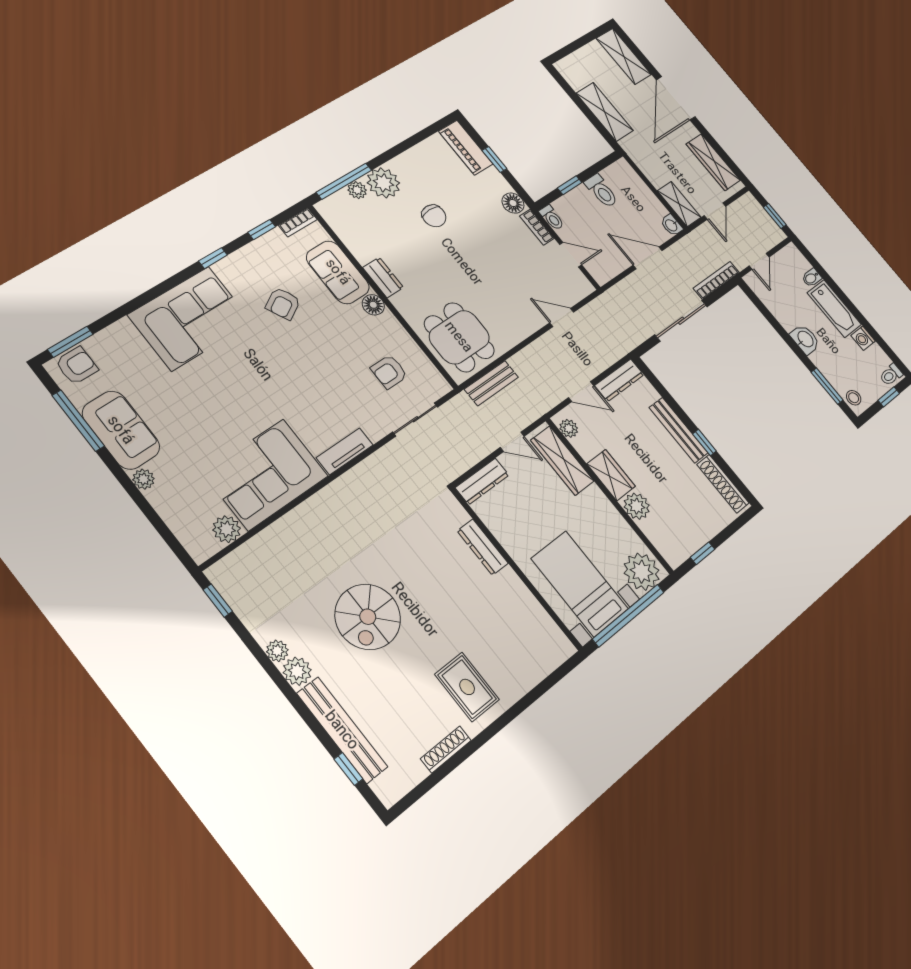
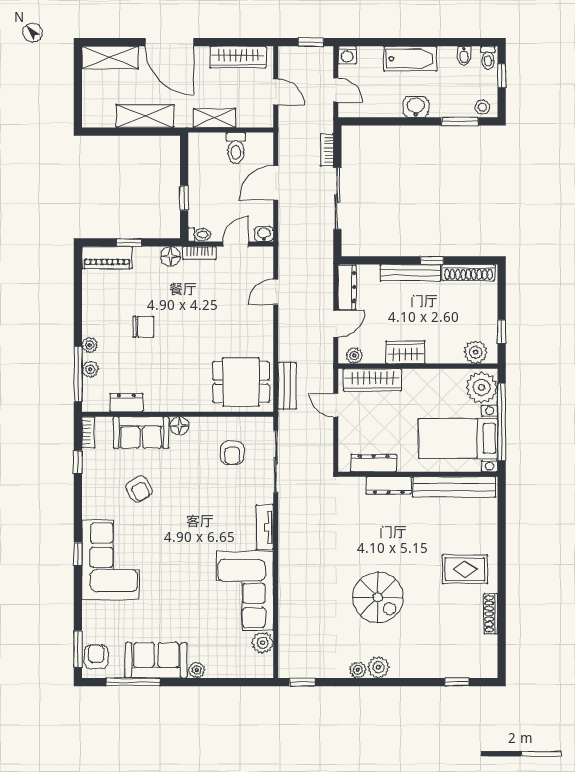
plant: (383, 183) -> (90, 345), width x0.53, depth x0.53
toilet: (601, 191) -> (236, 148), moved, turned 90
shelving: (679, 204) -> (214, 118), moved
washbasin: (671, 225) -> (264, 234), moved, turned 180
window: (213, 258) -> (78, 554), moved
dresser: (383, 278) -> (126, 403), moved
bidet: (812, 278) -> (464, 56), moved
bookcase: (716, 280) -> (327, 150), width x0.64
washing machine: (863, 338) -> (347, 55), moved
sliding door: (415, 419) -> (276, 461), width x1.37
door: (512, 442) -> (336, 405), swing flipped
dresser: (482, 481) -> (374, 463), moved, turned -90
plant: (637, 506) -> (476, 352), moved
bench: (342, 730) -> (454, 487), moved

